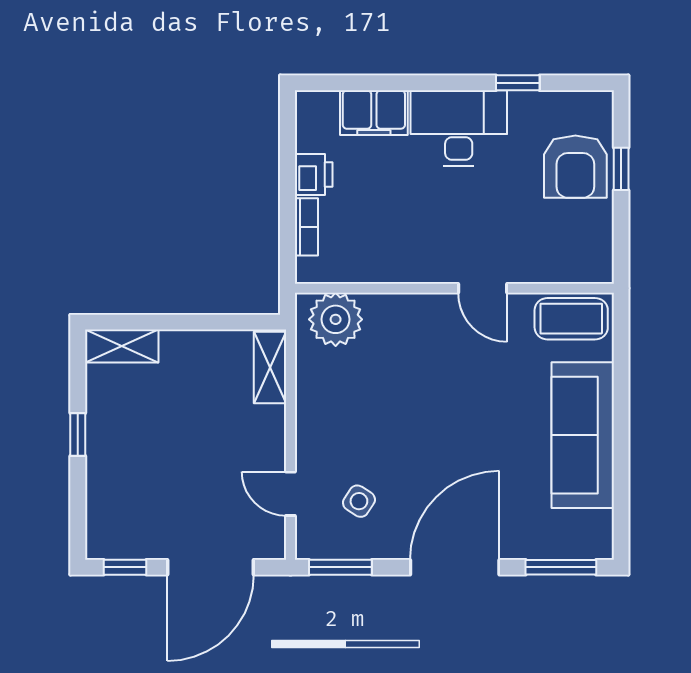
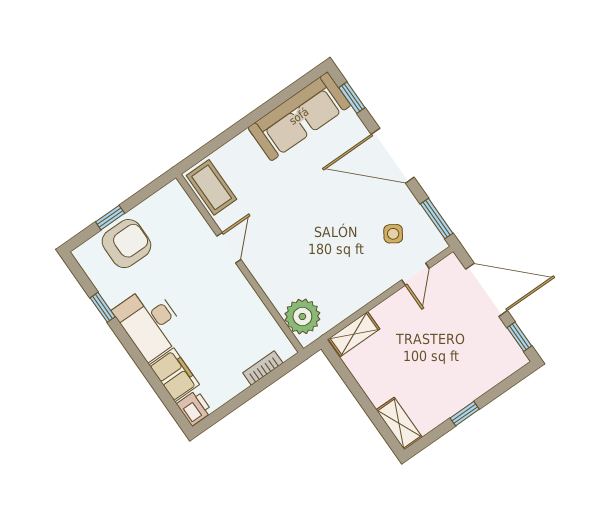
printer: (314, 174) -> (194, 408), moved, turned 90
sofa: (583, 435) -> (299, 116), moved
window: (561, 567) -> (352, 98), width x0.67

